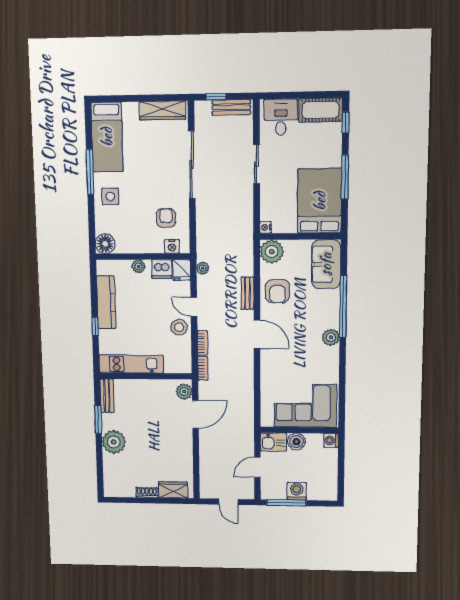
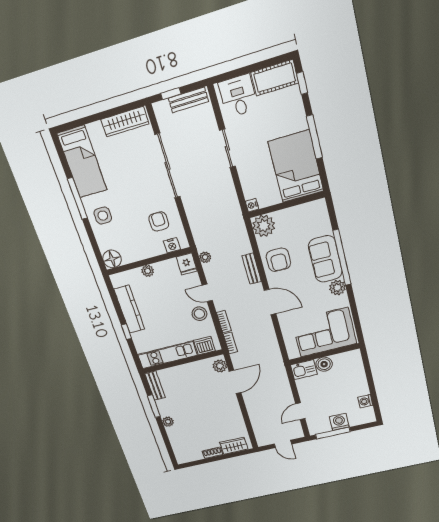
sofa: (326, 264) -> (325, 259), moved
dishwasher: (162, 269) -> (204, 346), moved, turned 180
corner sofa: (305, 406) -> (324, 332), moved
wall: (299, 430) -> (324, 354), moved
washing machine: (331, 440) -> (365, 401), moved
plant: (114, 442) -> (168, 422), width x0.53, depth x0.53
kitchen sink: (273, 442) -> (304, 370), moved
boiler: (296, 442) -> (324, 364), moved

